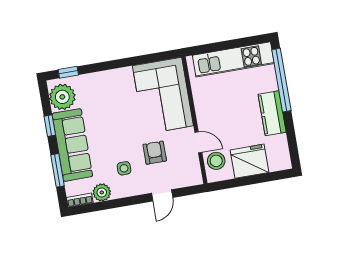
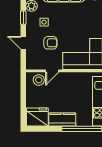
fridge: (249, 161) -> (37, 117), moved, turned -90
window: (122, 202) -> (23, 18), added

